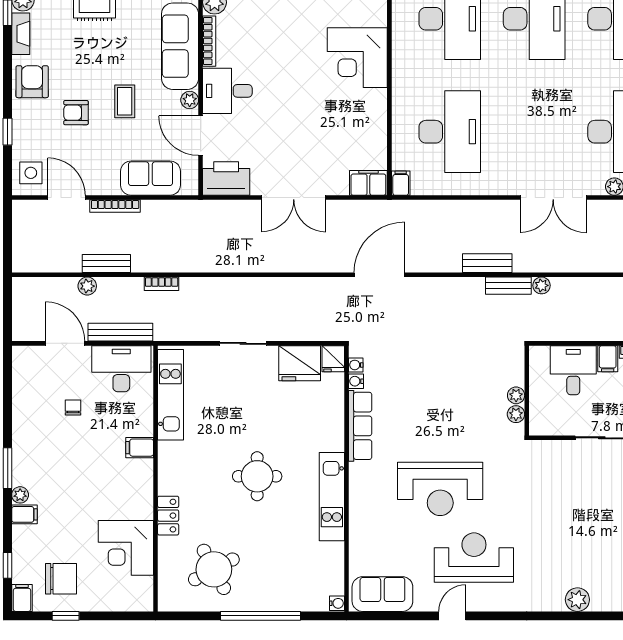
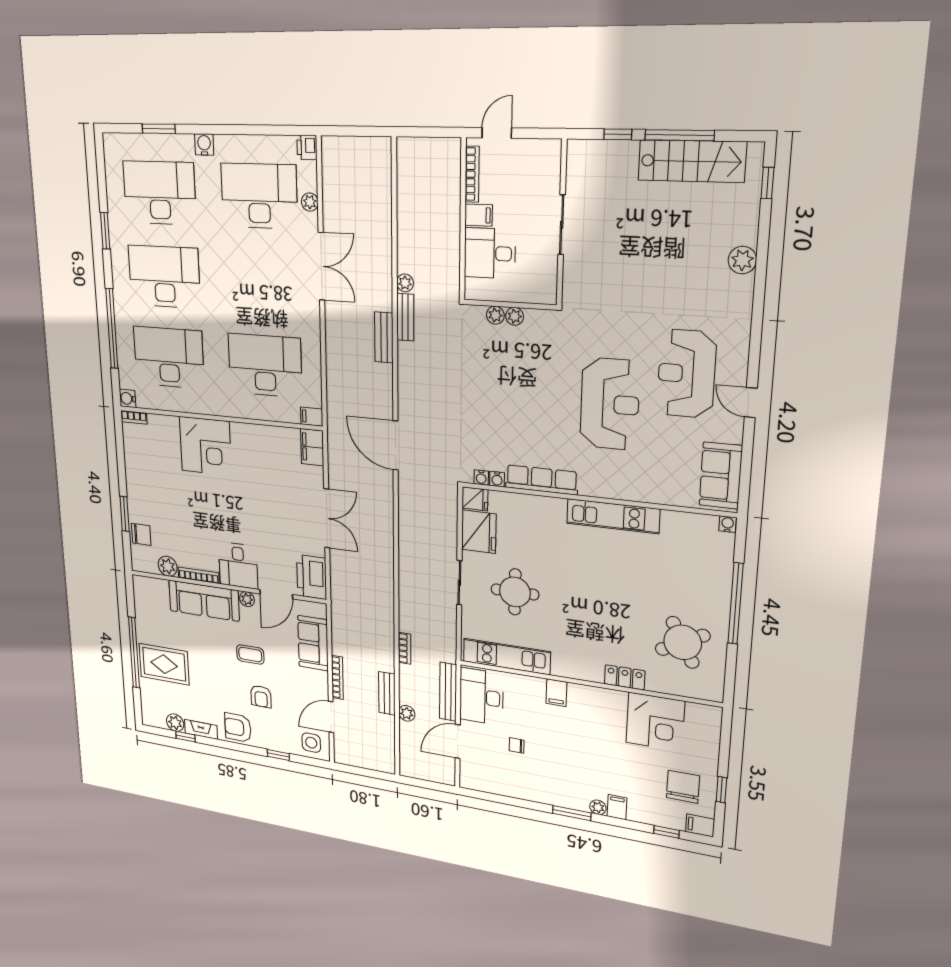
plant: (516, 414) -> (495, 315), moved
round table: (257, 476) -> (515, 592), moved

